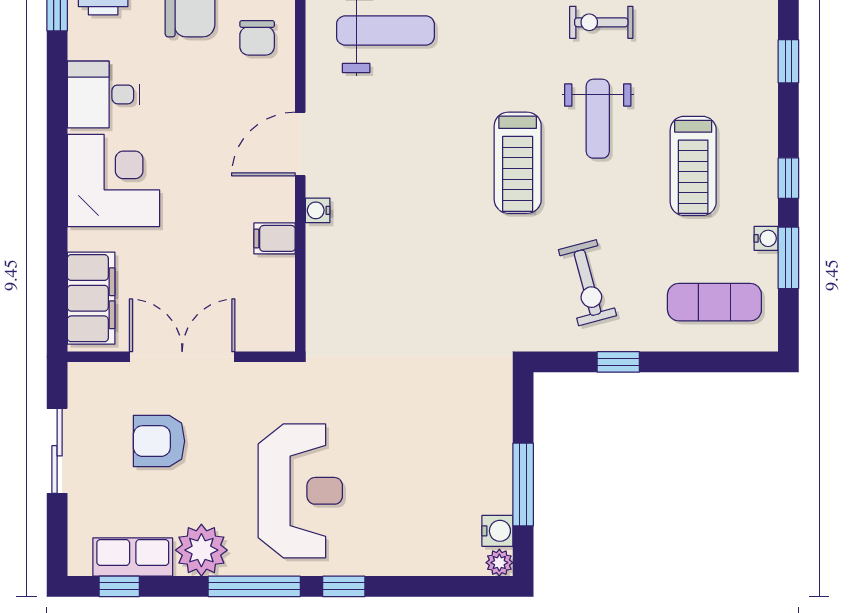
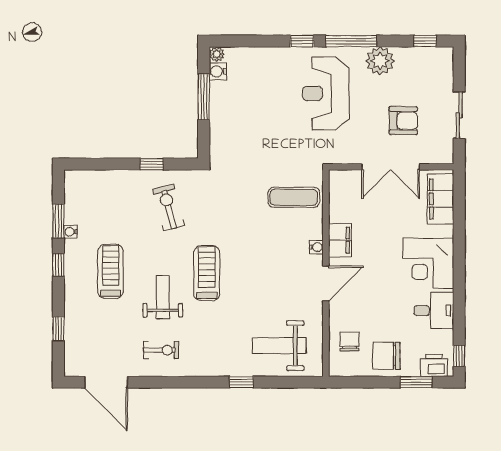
filing cabinet: (275, 238) -> (340, 240), width x2.00
exercise mat: (714, 302) -> (294, 197), moved
row of seats: (133, 557) -> (418, 57), removed

